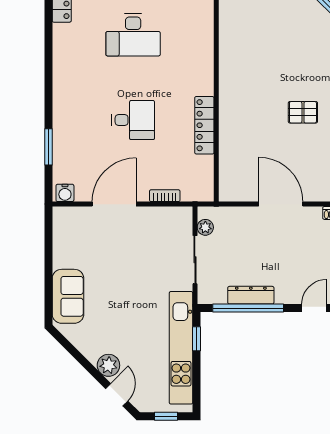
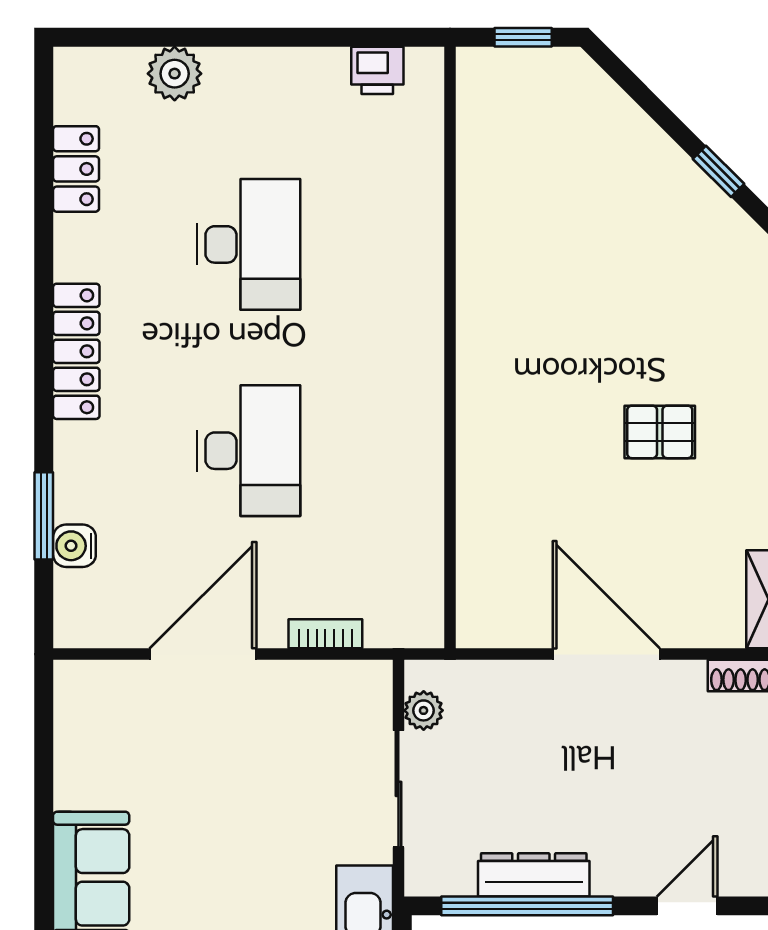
desk: (133, 35) -> (249, 244), turned -90
desk: (133, 120) -> (249, 451), width x1.37
locker: (204, 125) -> (76, 351), moved, turned 180
water cooler: (65, 193) -> (74, 546), moved, turned 90

